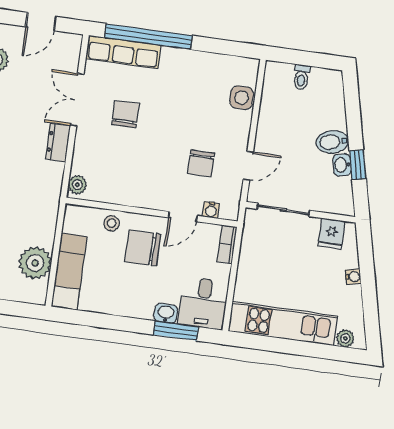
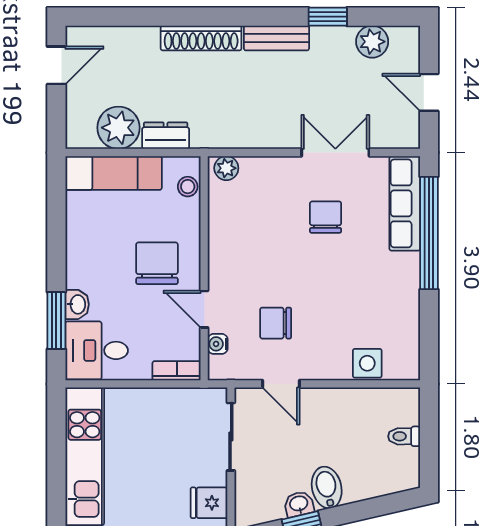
chair: (125, 114) -> (326, 217), turned -90
dresser: (58, 142) -> (166, 136), moved
stool: (112, 223) -> (188, 187), moved

